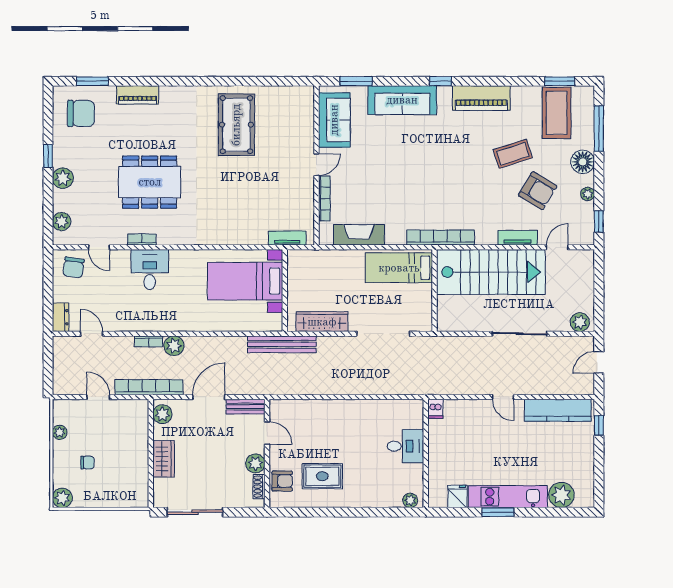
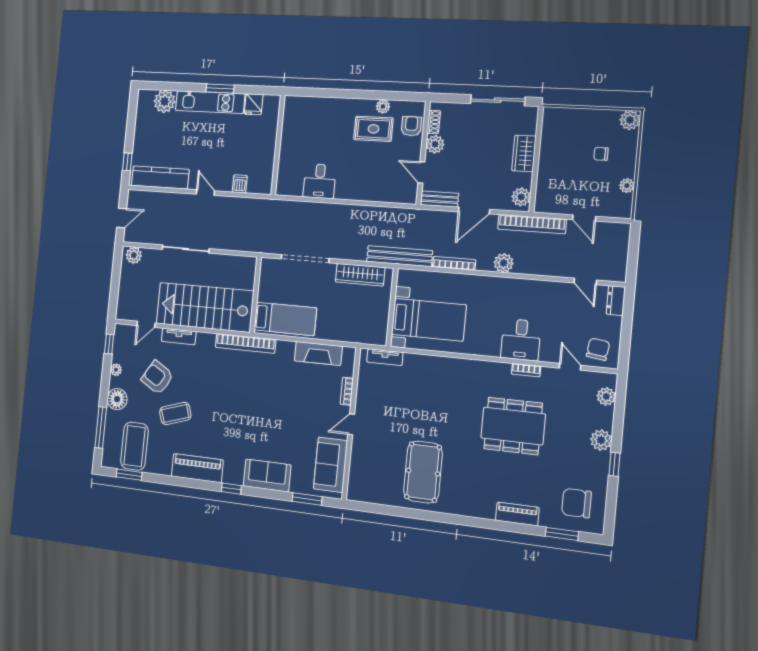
sofa: (402, 100) -> (267, 475), width x0.73
bookcase: (324, 198) -> (347, 391), width x0.64
bookcase: (149, 341) -> (454, 263), moved, width x1.56
dishwasher: (435, 409) -> (240, 184), moved
desk: (405, 446) -> (320, 181), moved, turned -90
armchair: (282, 481) -> (411, 126), turned 90
plant: (410, 500) -> (383, 106), moved

